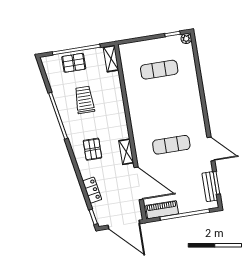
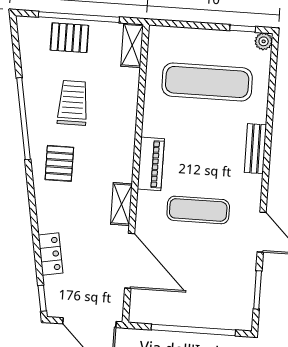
exercise mat: (159, 70) -> (207, 82), width x1.36, depth x1.45
pallet: (92, 149) -> (59, 163), moved
bench: (210, 187) -> (255, 149), moved
piano: (162, 210) -> (151, 164), moved, turned 90

